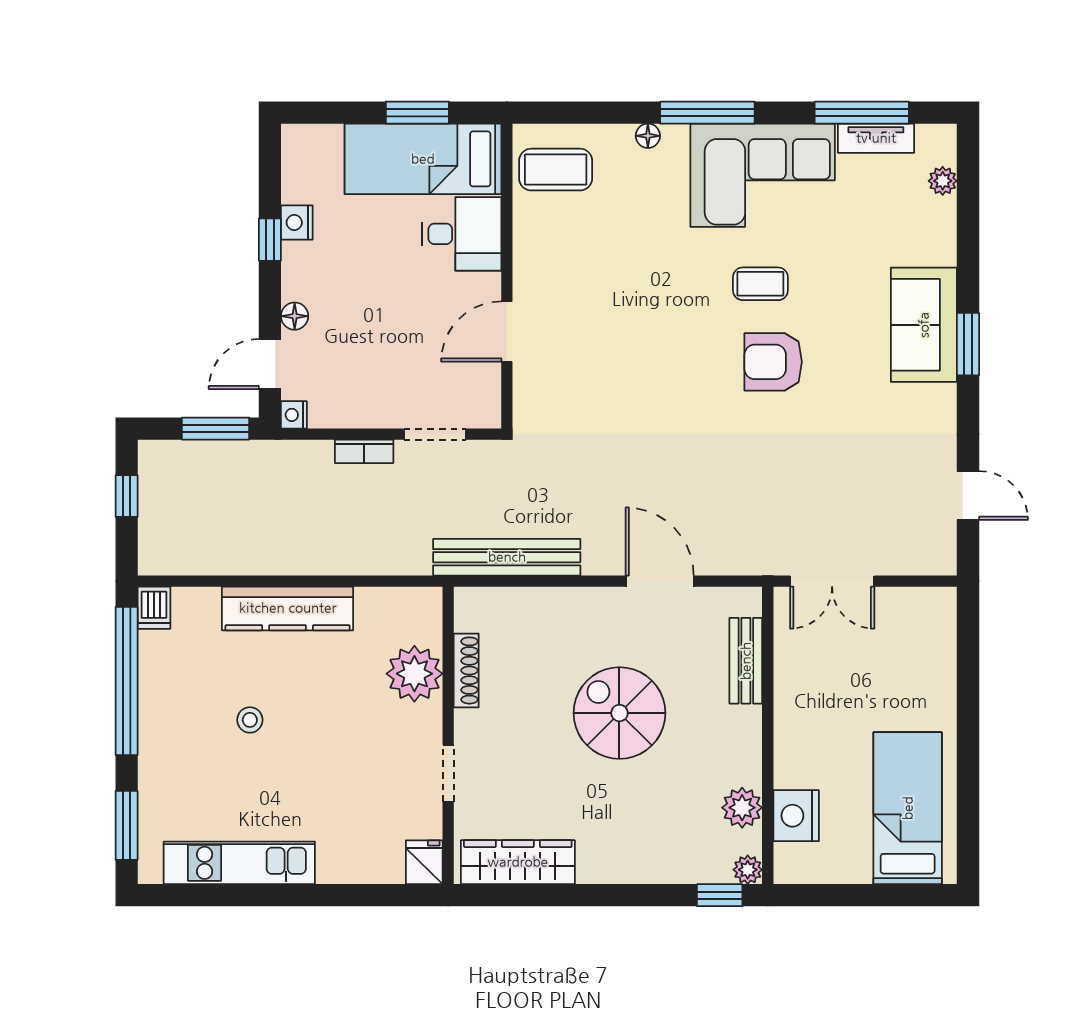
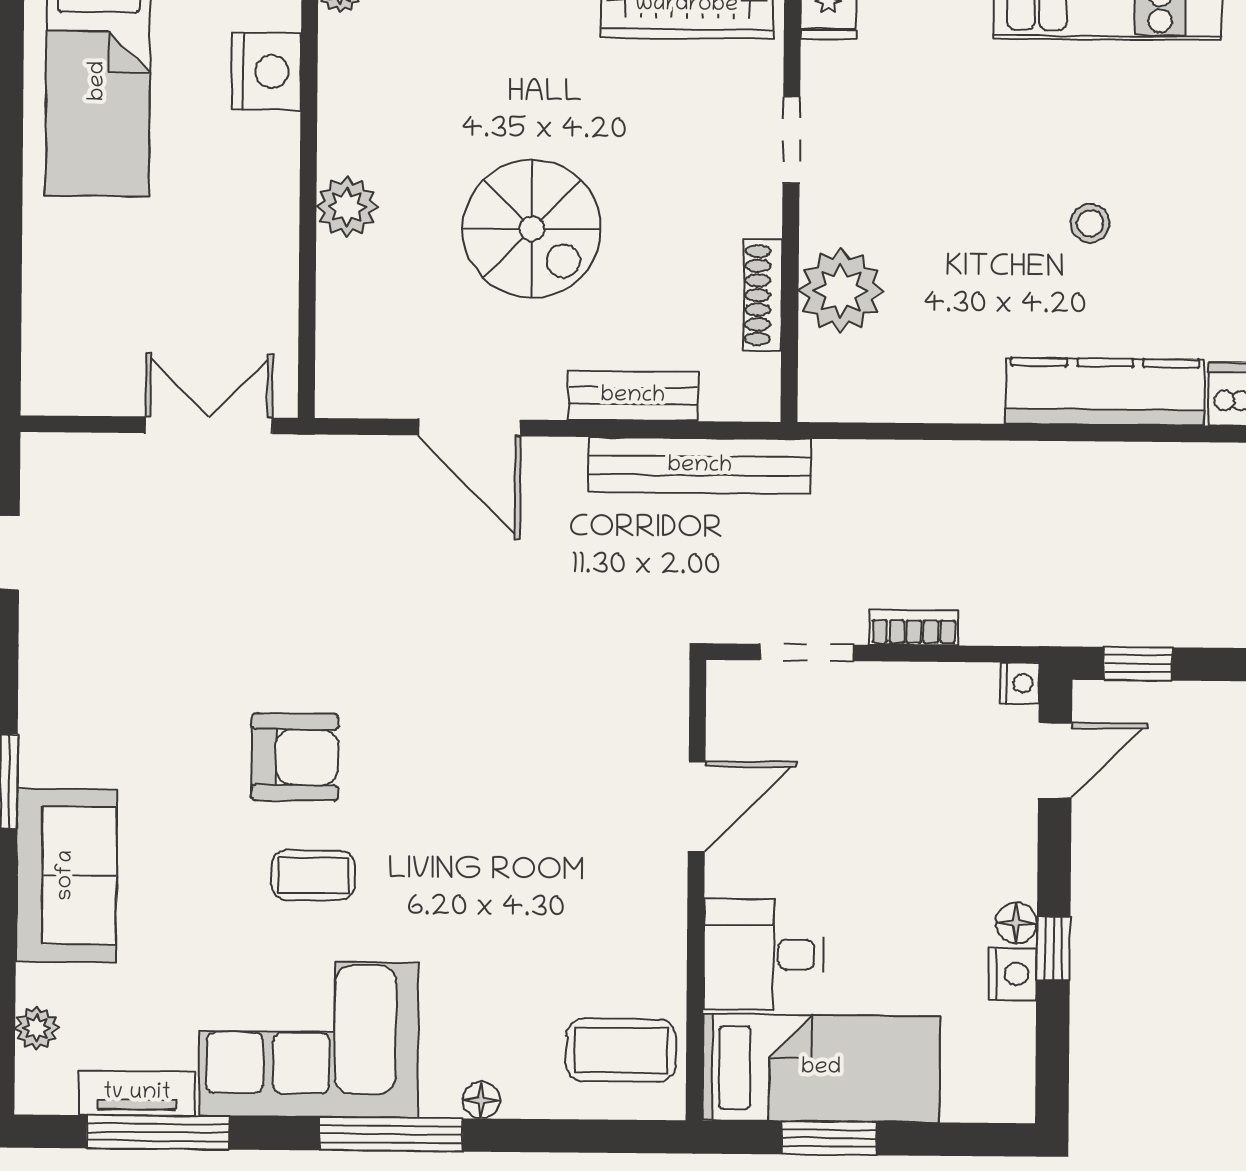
floor lamp: (295, 316) -> (1016, 923), moved
sofa: (924, 325) -> (66, 875), moved
window: (215, 429) -> (1138, 664), width x0.67
kitchen counter: (288, 608) -> (1105, 392), moved
bench: (746, 661) -> (633, 396), moved, turned 90
plant: (742, 808) -> (347, 207), moved

